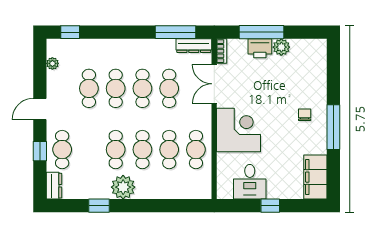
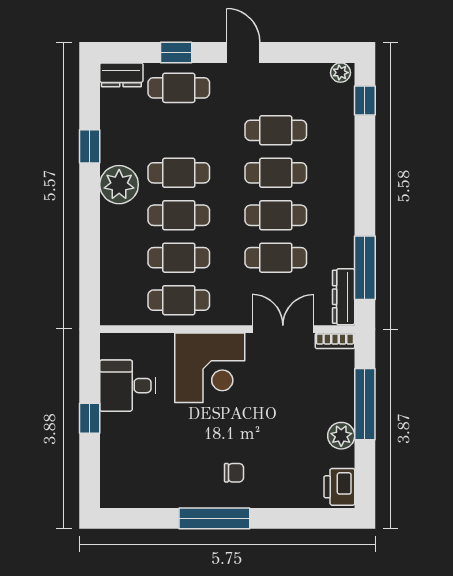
printer: (260, 48) -> (339, 487), moved
plant: (52, 63) -> (340, 73), moved
filing cabinet: (315, 177) -> (135, 490), removed

